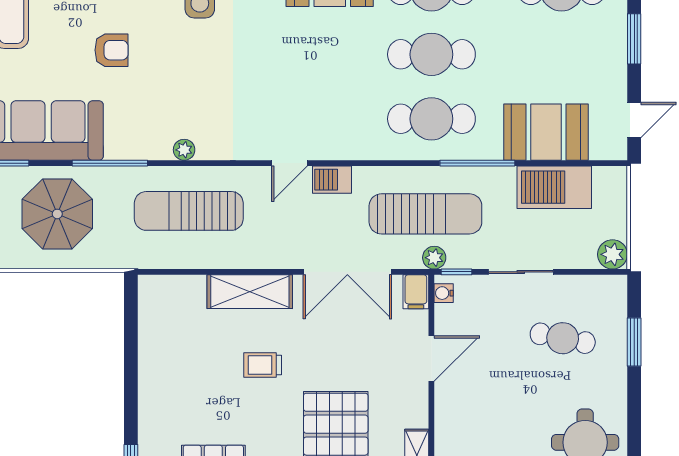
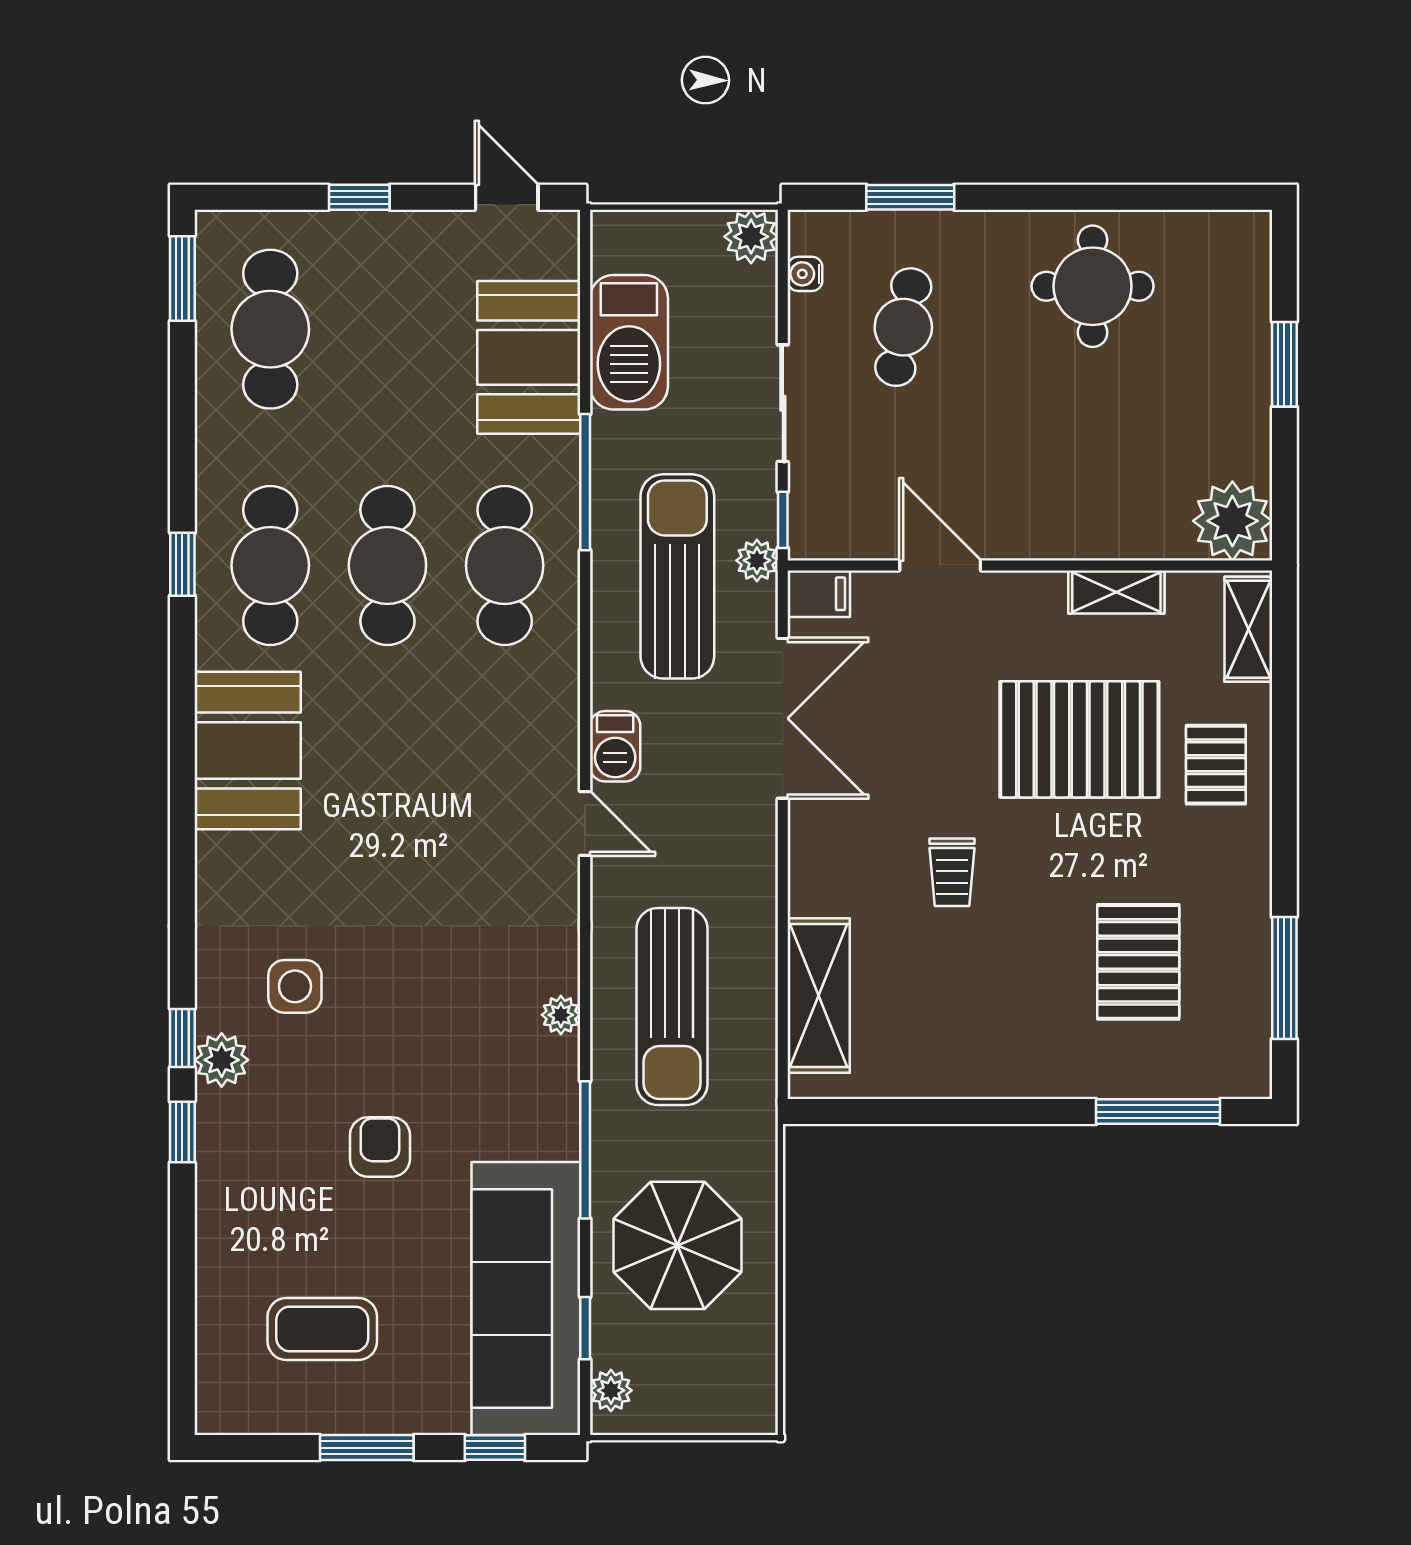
window: (634, 39) -> (359, 197), width x0.67
shelving: (250, 292) -> (819, 995), moved
water cooler: (444, 293) -> (805, 274), moved, turned 90

